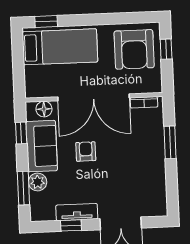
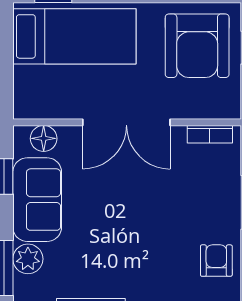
double door: (93, 97) -> (126, 122), width x0.73
armchair: (86, 152) -> (216, 261), moved

